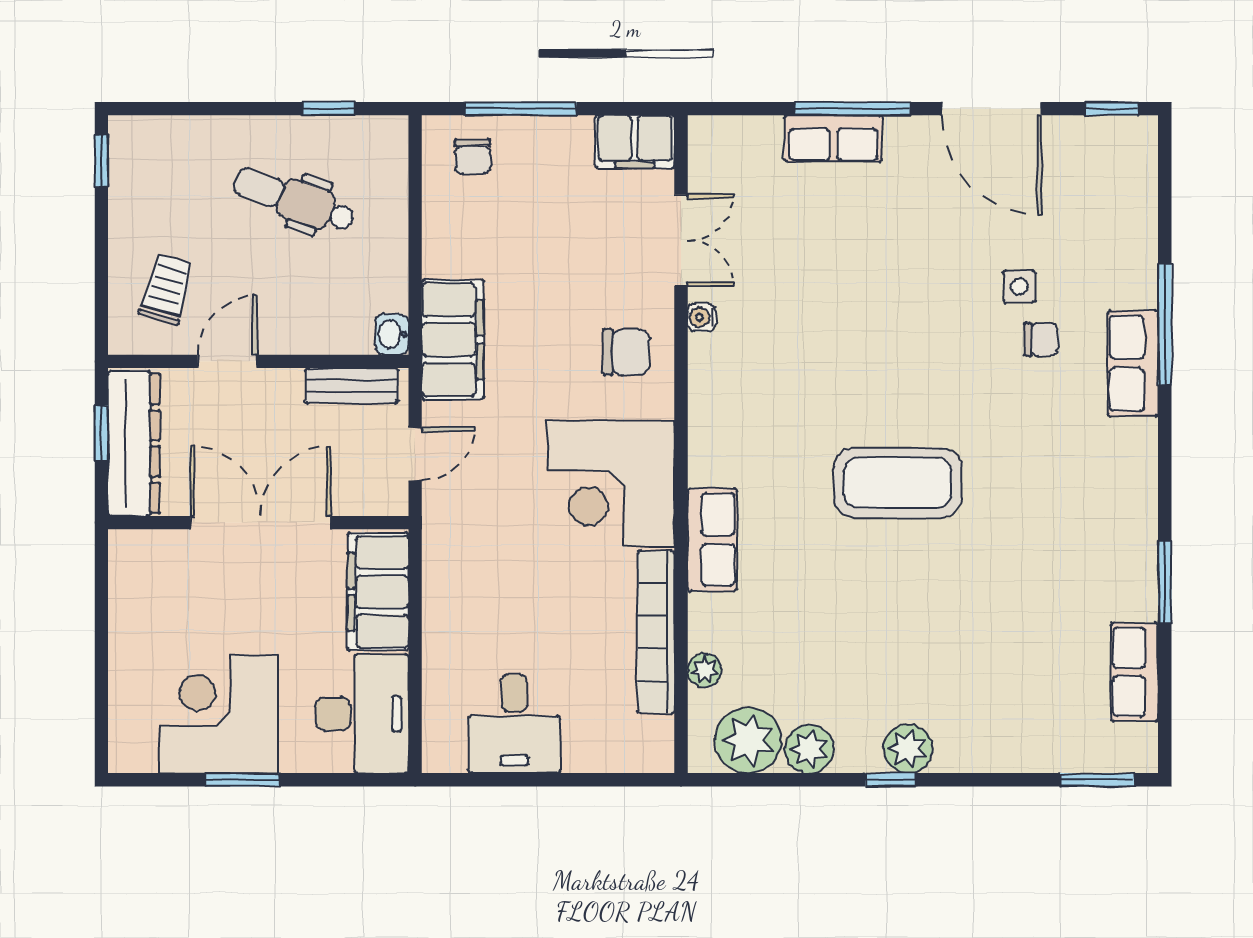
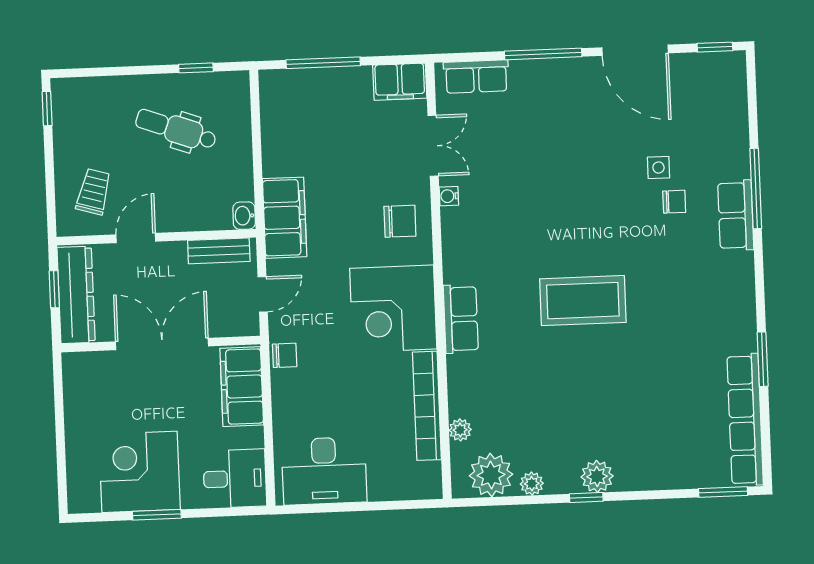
row of seats: (833, 139) -> (476, 77), moved
chair: (473, 157) -> (285, 355), moved, turned -89
row of seats: (712, 539) -> (461, 319), moved
row of seats: (1135, 672) -> (745, 420), width x2.02
desk: (362, 714) -> (235, 479), width x0.73
desk: (514, 724) -> (324, 471), width x1.37
plant: (809, 749) -> (532, 484), width x0.73, depth x0.73

